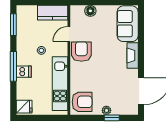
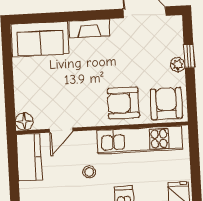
floor lamp: (90, 11) -> (24, 122), moved
door: (69, 34) -> (61, 130), hinge flipped
armchair: (81, 52) -> (123, 103), moved

